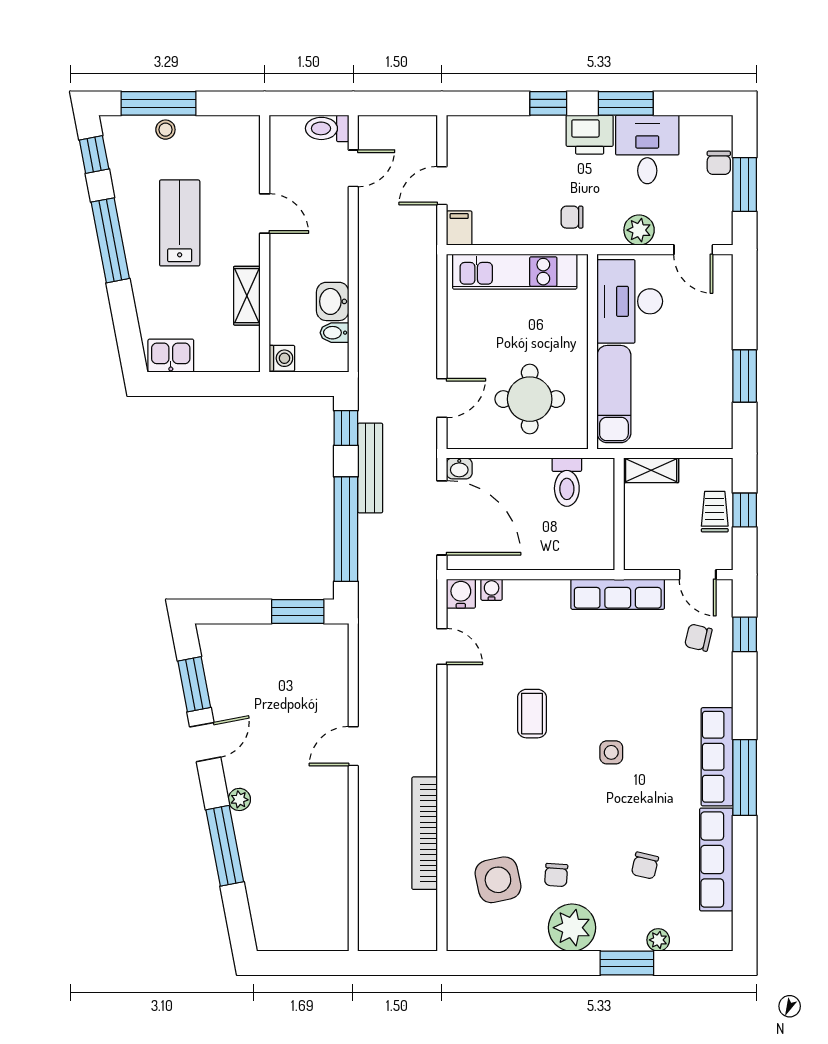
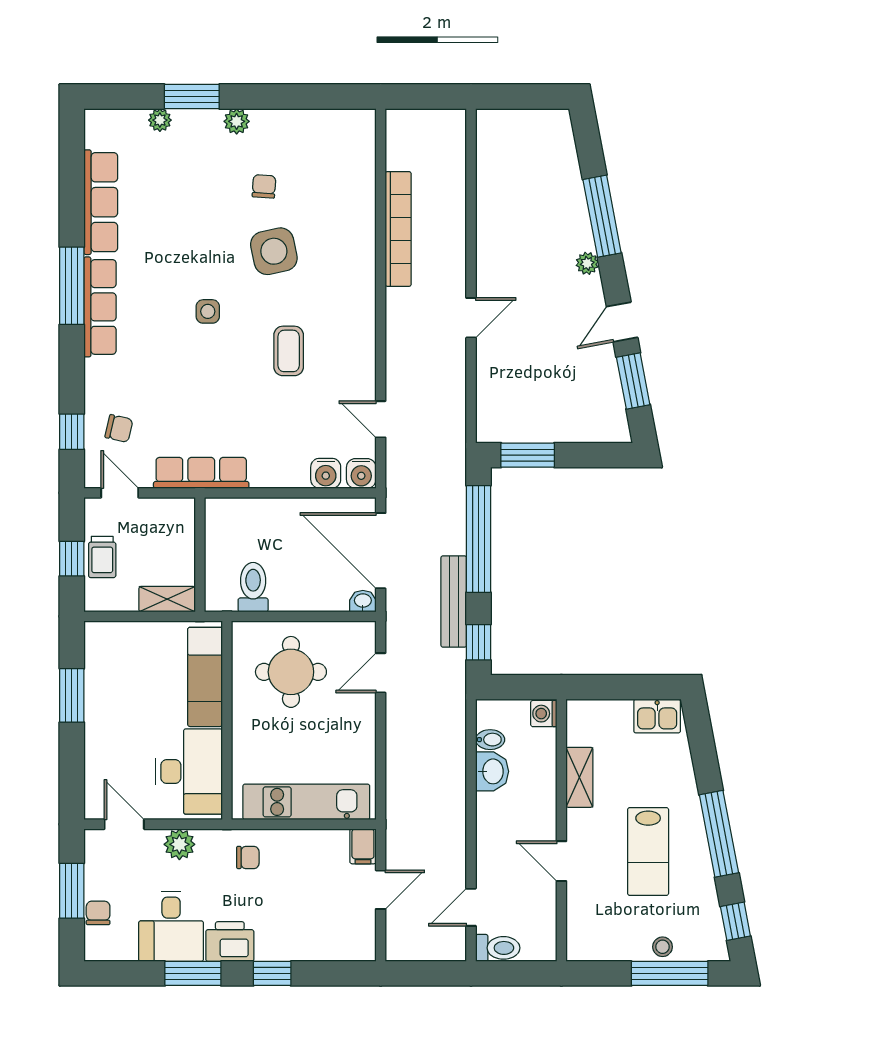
water cooler: (492, 590) -> (326, 473), width x1.38, depth x1.38
chair: (645, 866) -> (173, 196), removed
side table: (498, 880) -> (274, 251), moved
plant: (572, 928) -> (237, 121), width x0.53, depth x0.53

